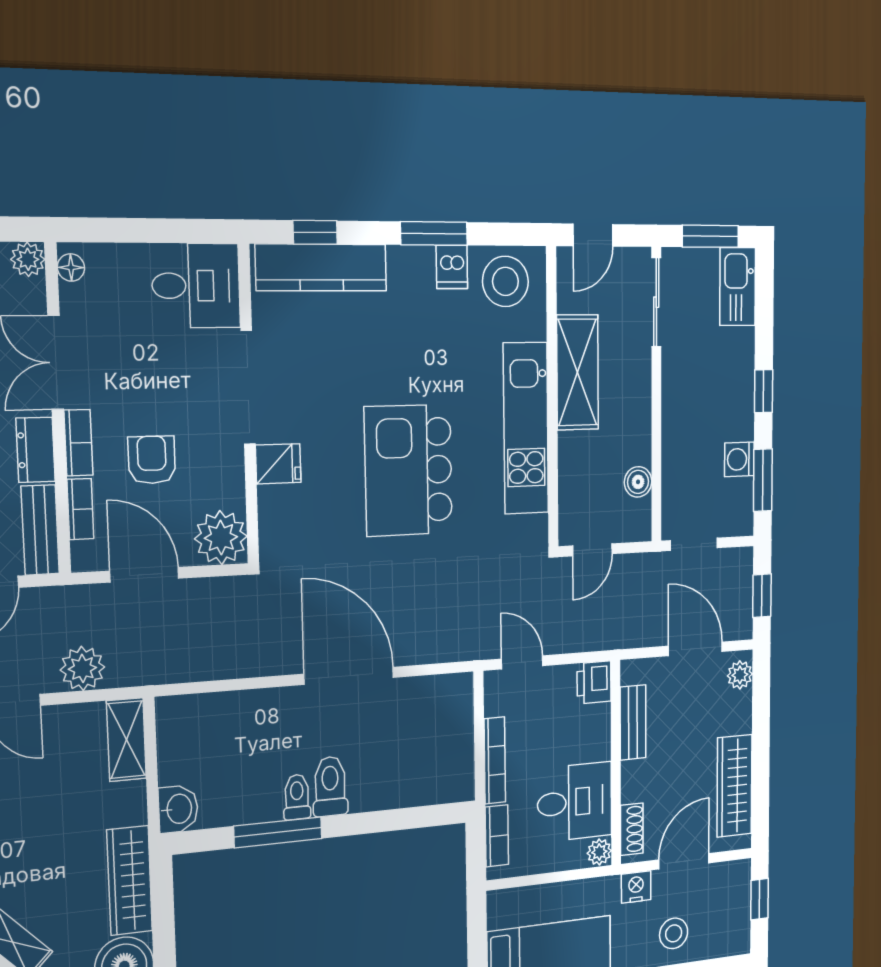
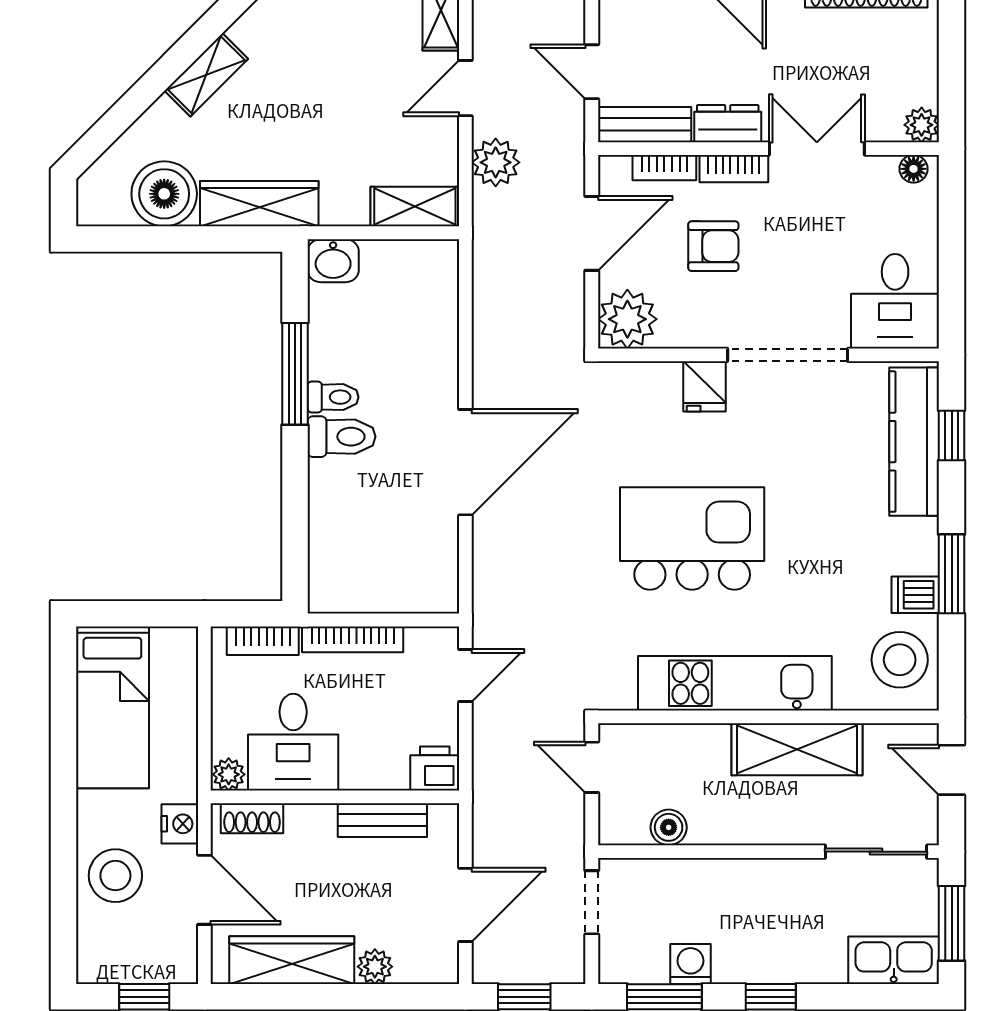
plant: (740, 675) -> (375, 967), moved
stool: (674, 933) -> (115, 876), width x1.38, depth x1.38

